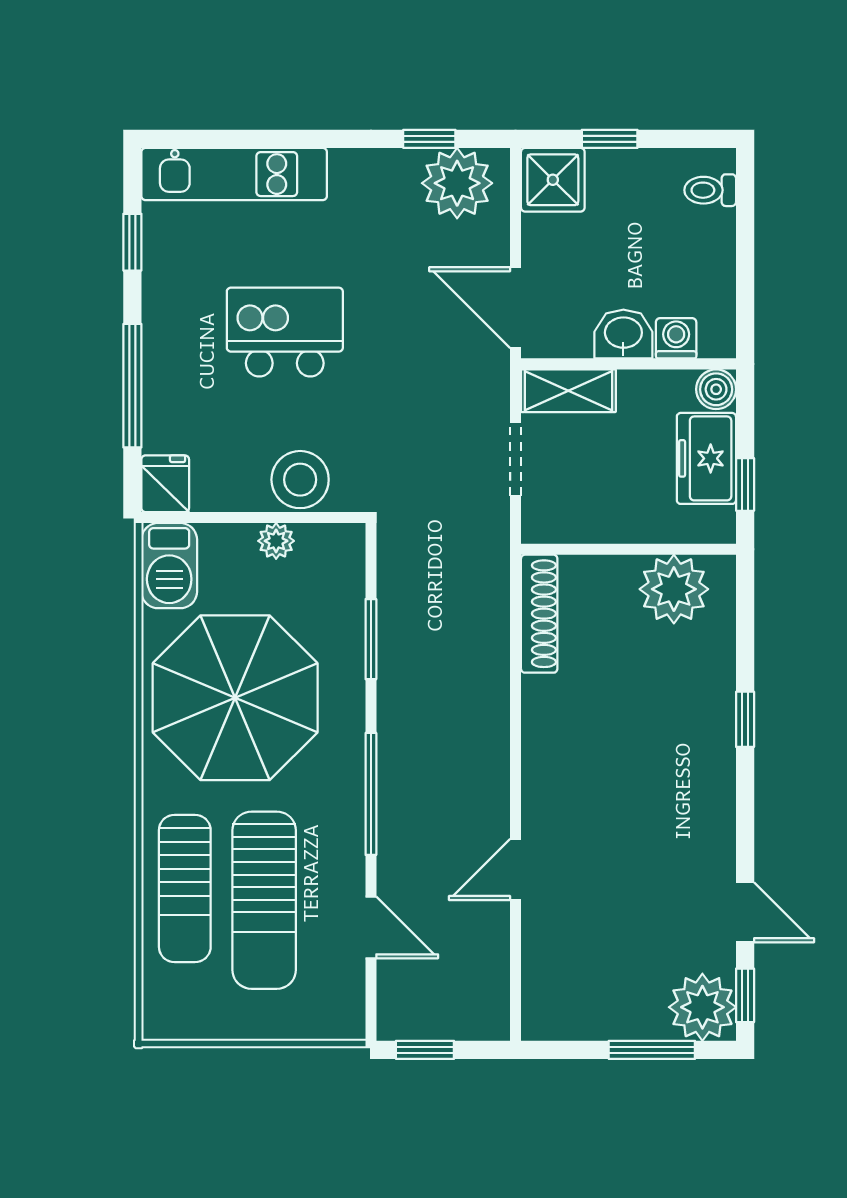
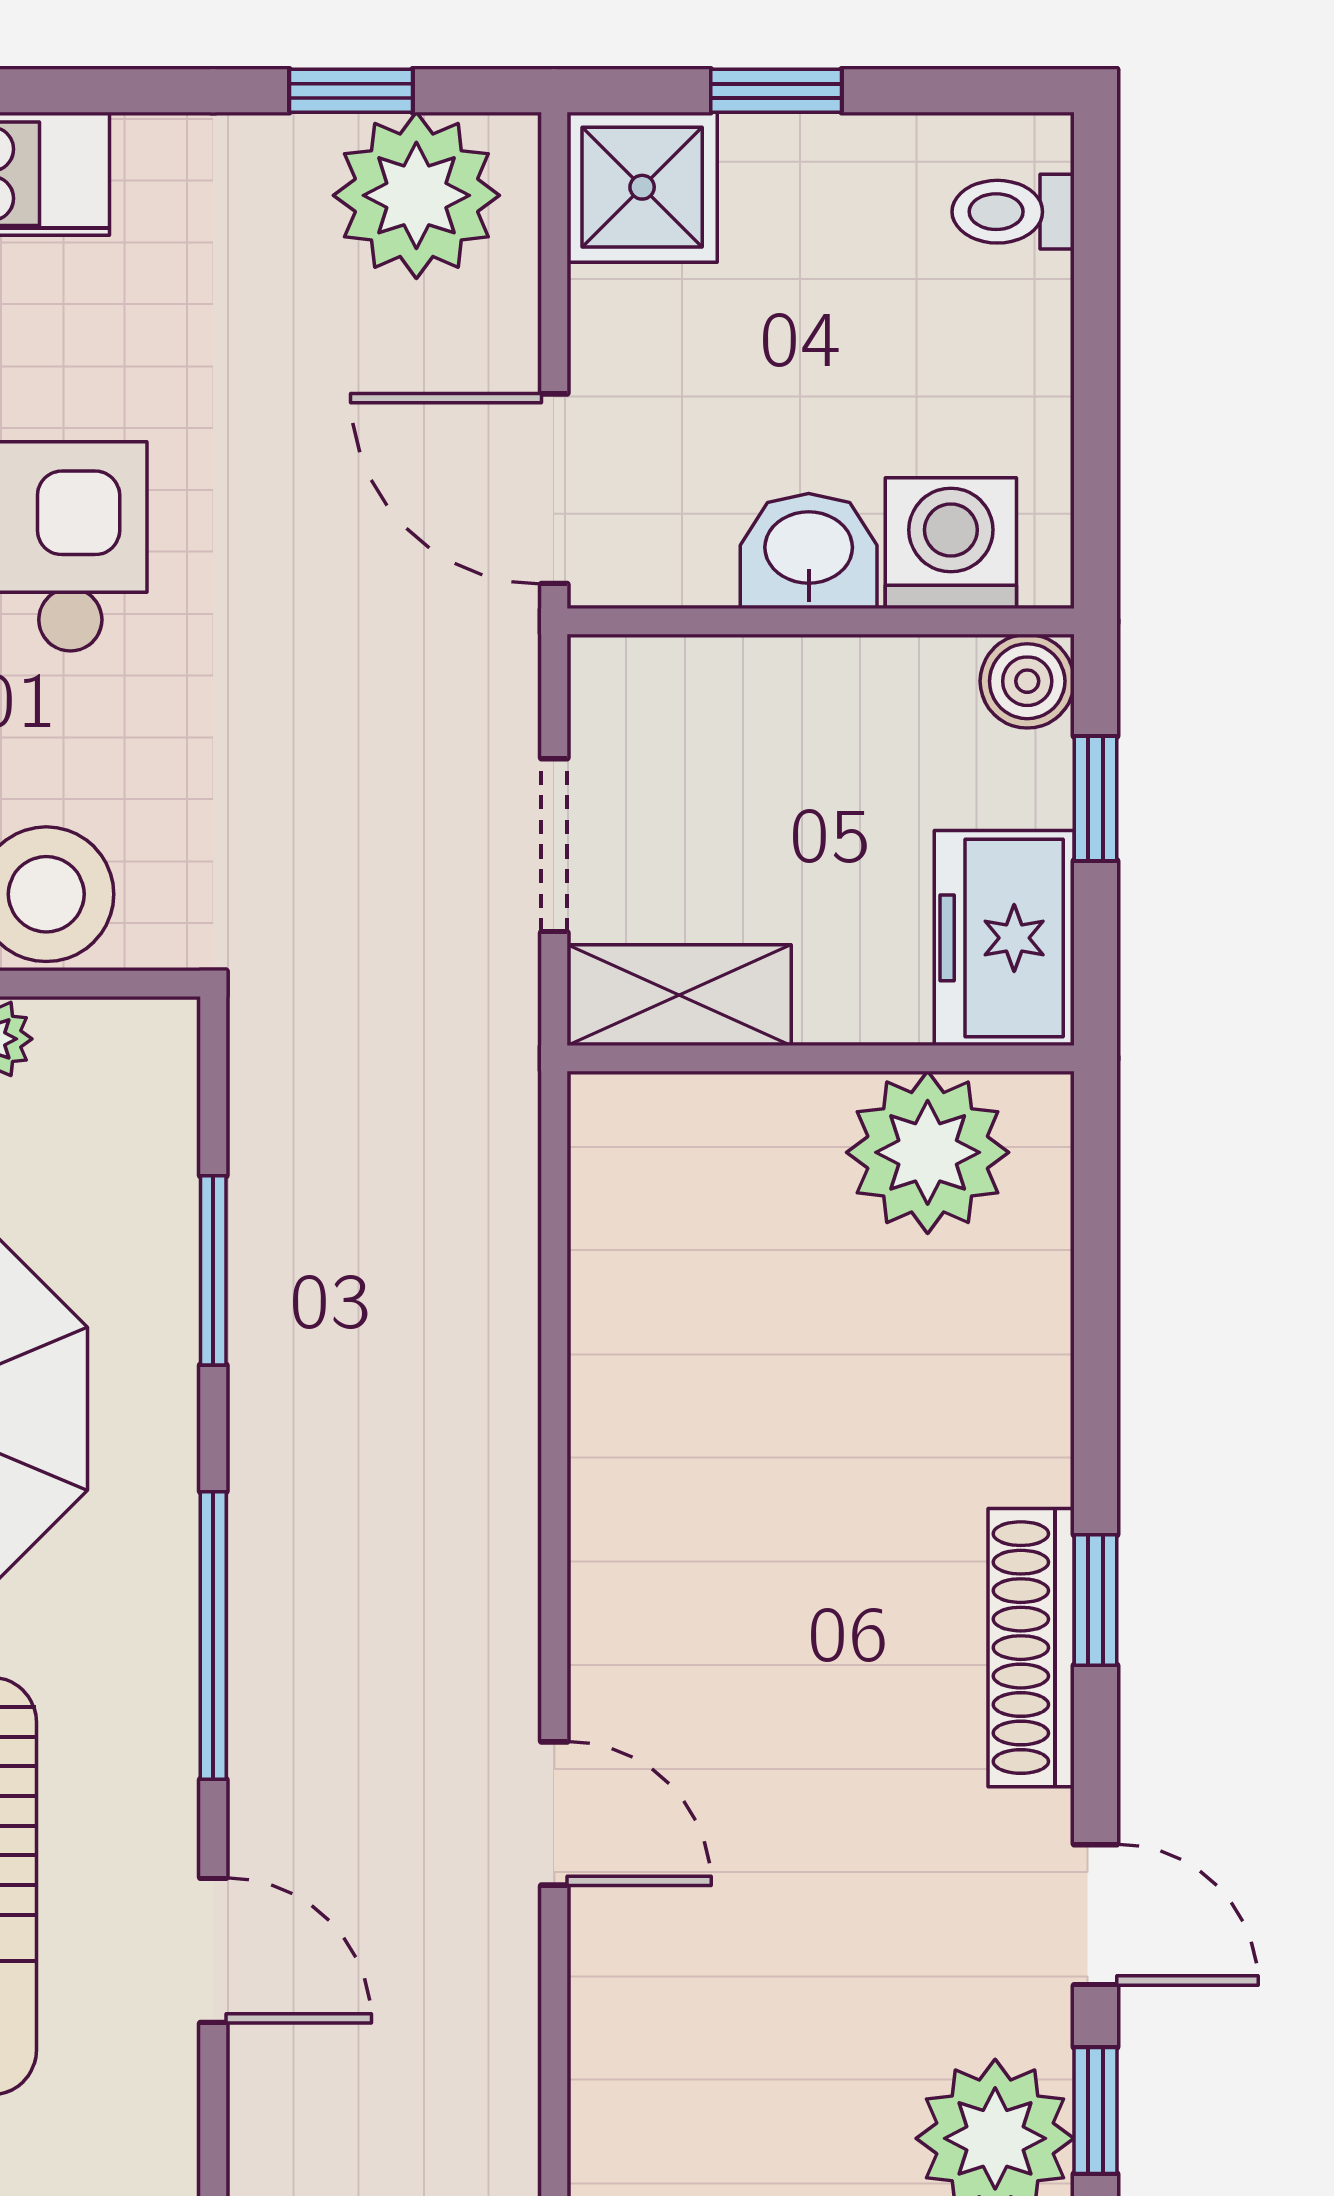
washing machine: (676, 338) -> (951, 543), width x1.38, depth x1.38
shelving: (568, 391) -> (679, 995), moved
freezer: (706, 458) -> (1004, 938), moved
window: (745, 484) -> (1096, 798), moved
shoe rack: (539, 614) -> (1031, 1648), moved, turned 180
window: (745, 719) -> (1096, 1600), moved
door: (516, 869) -> (554, 1814), swing flipped

